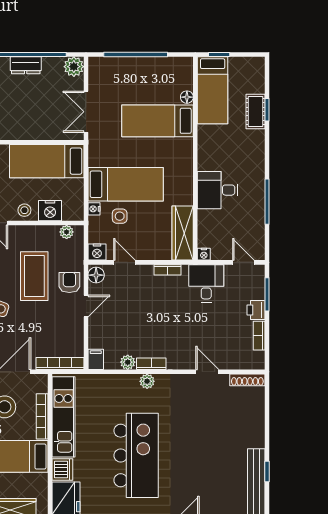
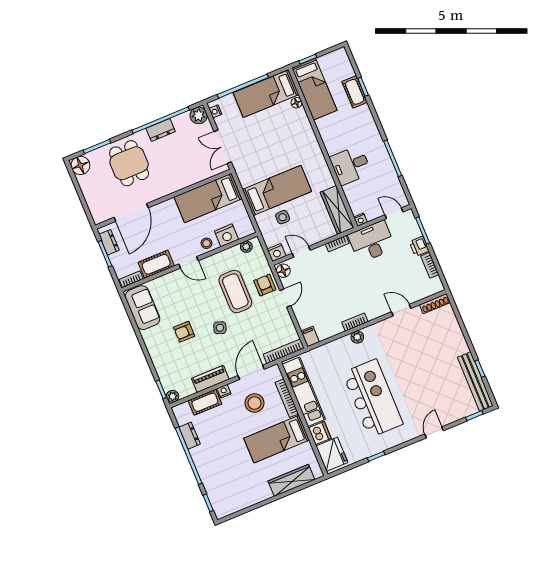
bed: (158, 121) -> (266, 94), moved
nightstand: (94, 209) -> (215, 111), moved
desk: (206, 283) -> (372, 242), width x1.37
plant: (128, 362) -> (336, 328), removed

